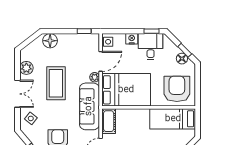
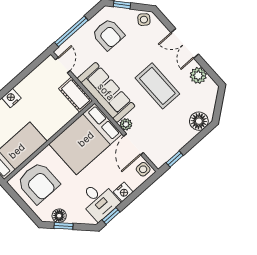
side table: (31, 118) -> (144, 20), moved

